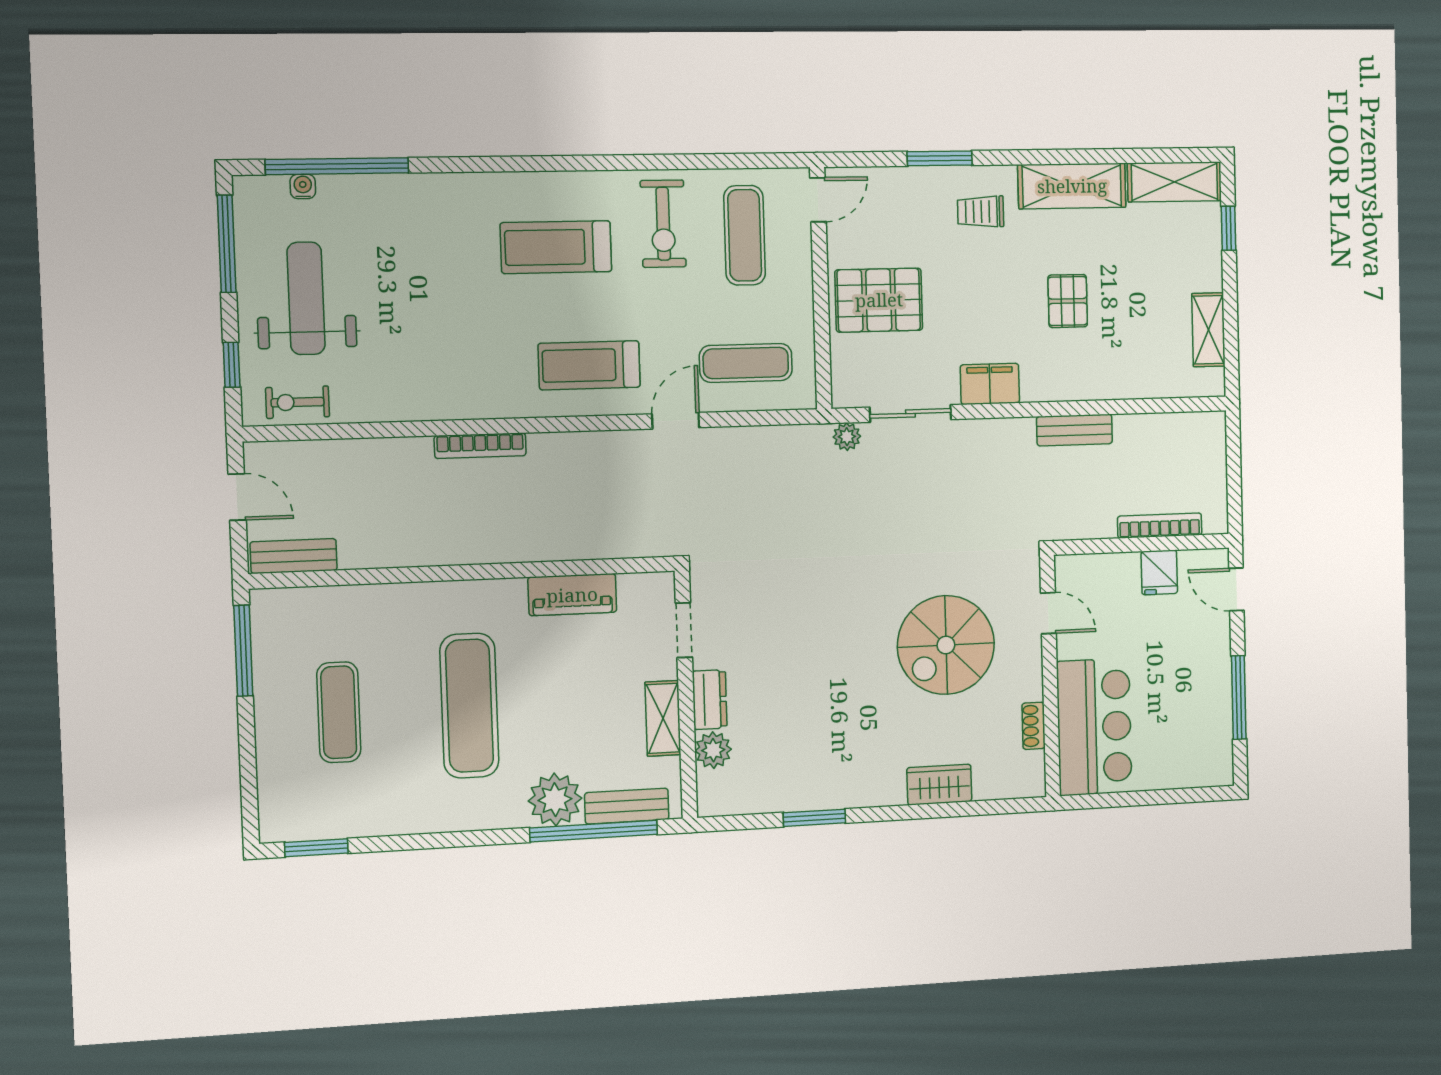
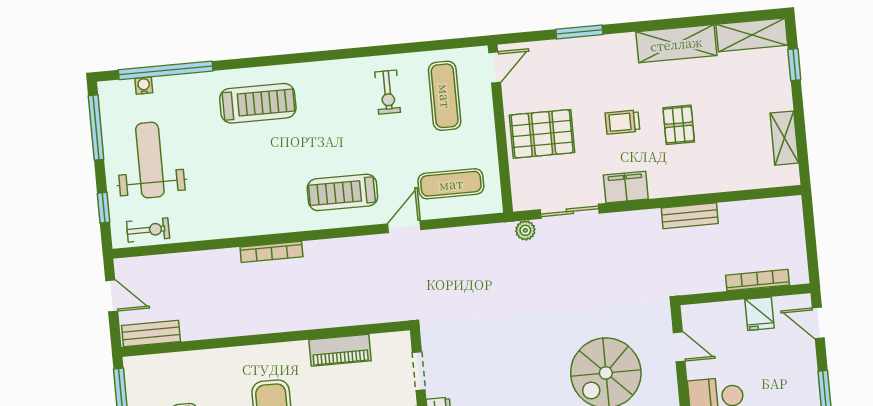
trolley: (981, 212) -> (622, 122), moved
exercise bike: (663, 224) -> (388, 92), width x0.73, depth x0.72
treadmill: (556, 247) -> (258, 103), moved, turned 180
exercise bike: (298, 402) -> (148, 230), turned 180

